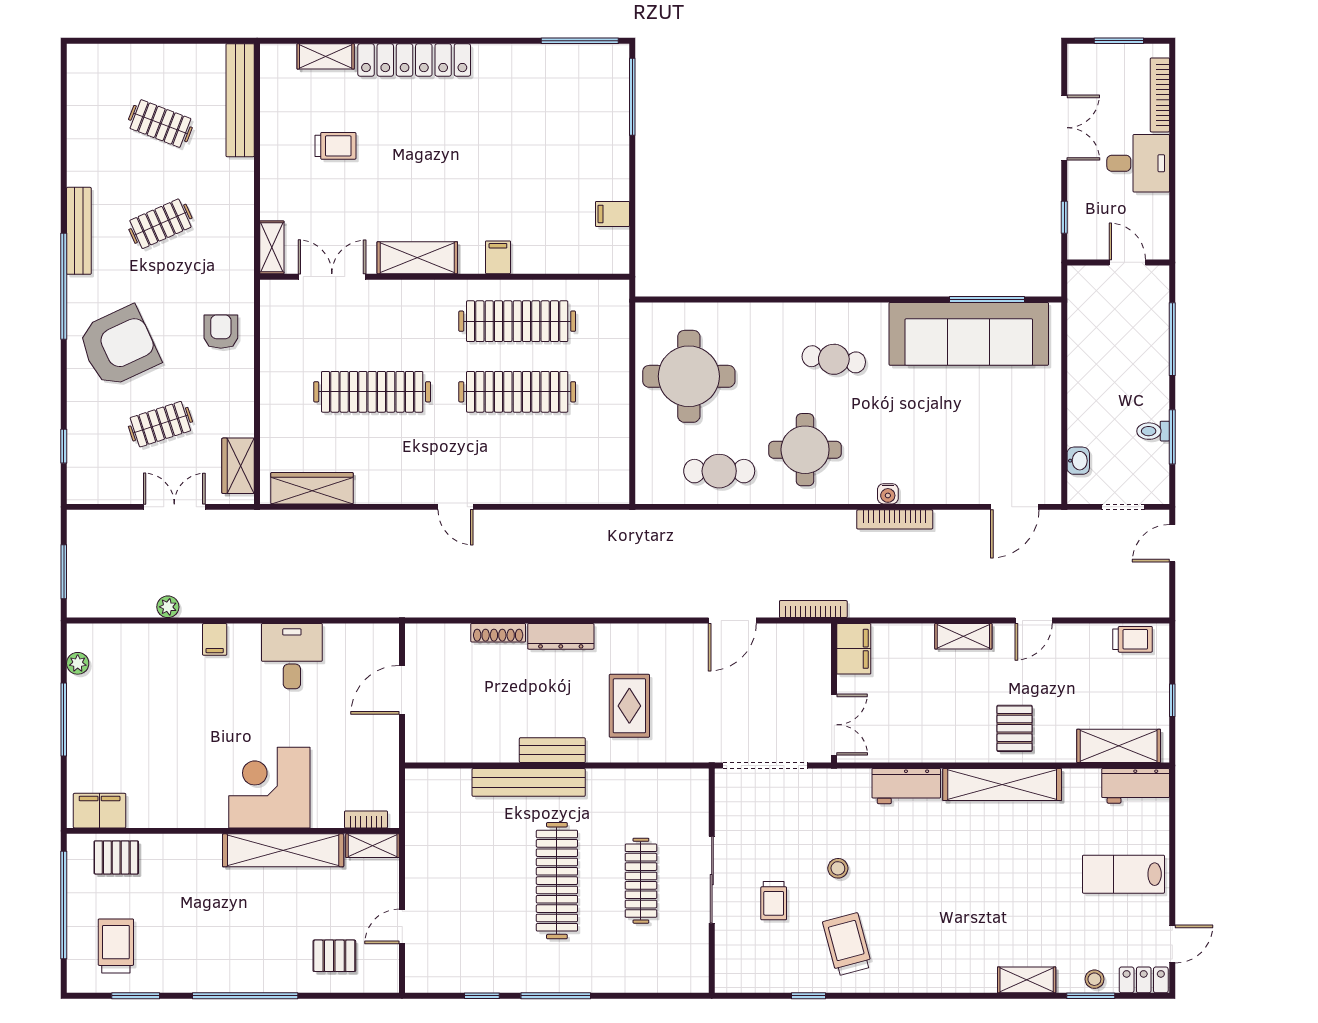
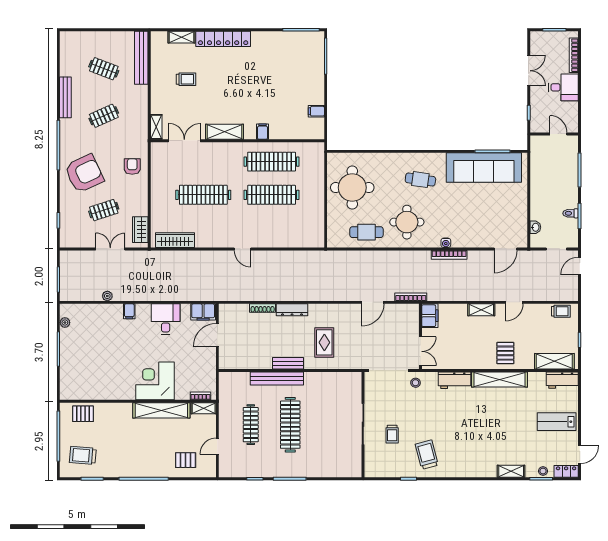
bench: (79, 231) -> (65, 97), moved
filing cabinet: (100, 811) -> (203, 312), moved, turned 180
stool: (838, 868) -> (416, 383), moved
clothes rail: (641, 881) -> (251, 425), moved
trolley: (116, 946) -> (83, 455), turned -85

